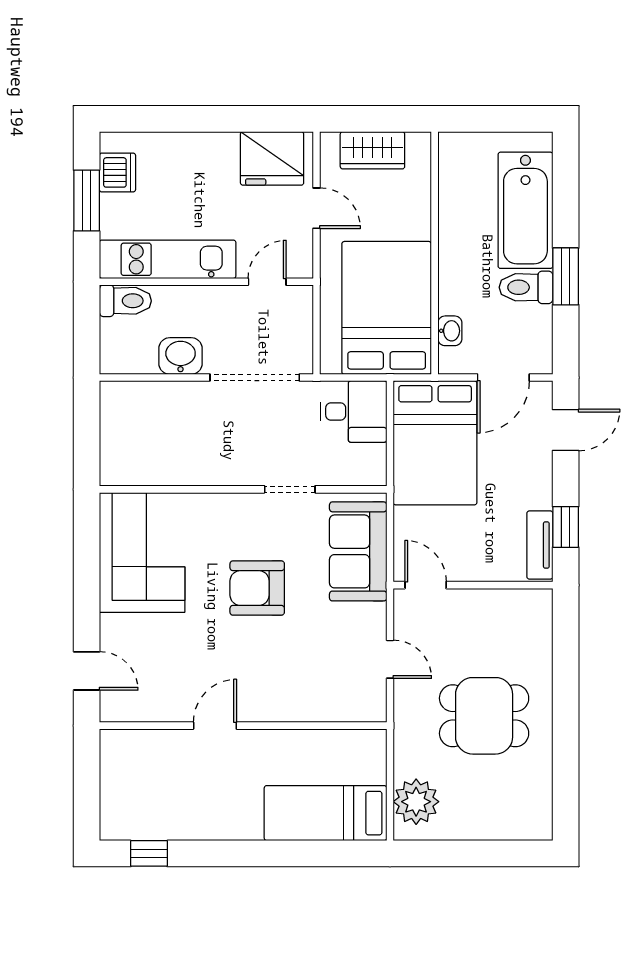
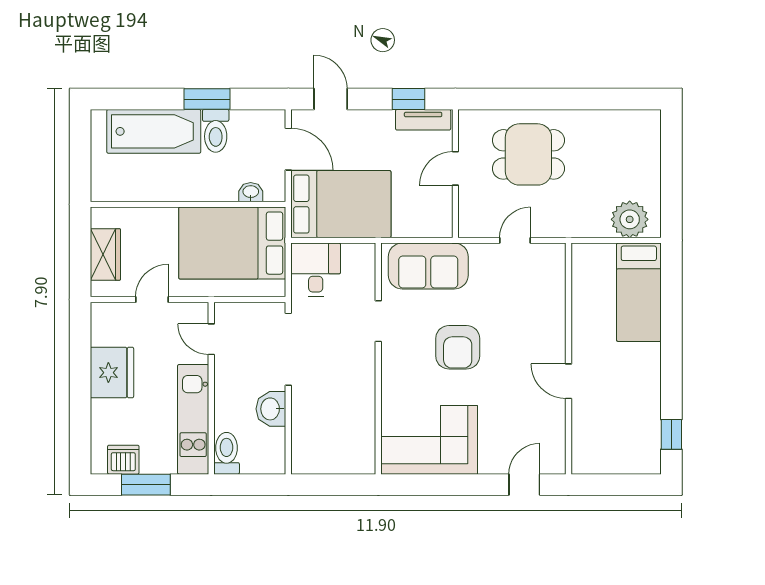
fridge: (272, 158) -> (112, 373), moved
door: (426, 585) -> (455, 168), moved
dining table: (484, 716) -> (528, 154), moved, turned 90

